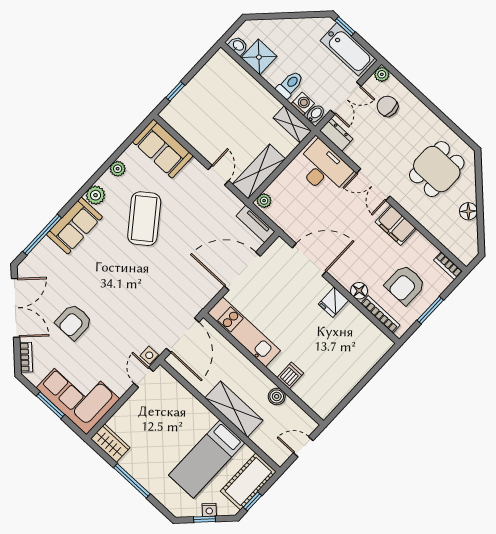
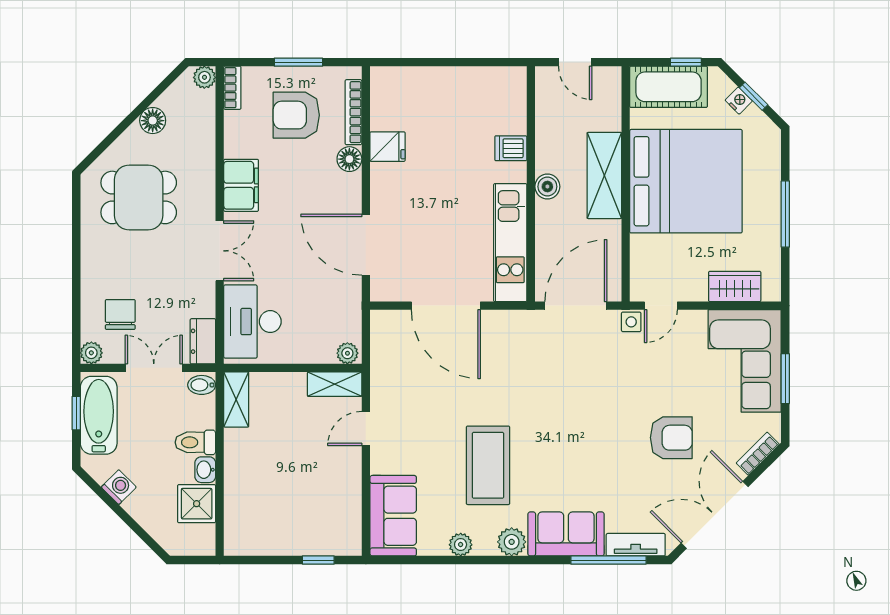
window: (345, 26) -> (76, 413), moved
washbasin: (238, 46) -> (205, 470), moved
washing machine: (303, 104) -> (119, 487), moved, turned 135
chair: (387, 106) -> (120, 315), turned 180
shelving: (259, 172) -> (335, 384), width x0.67, depth x0.75
coffee table: (144, 219) -> (488, 465), turned -53
tv unit: (256, 224) -> (636, 545), moved, turned -90
plant: (466, 257) -> (204, 77), added
armchair: (405, 285) -> (296, 115), turned 180
fridge: (334, 302) -> (387, 147), moved
boiler: (277, 396) -> (547, 187), moved
wardrobe: (110, 443) -> (735, 286), moved, turned 90
bed: (207, 459) -> (686, 181), width x2.04

